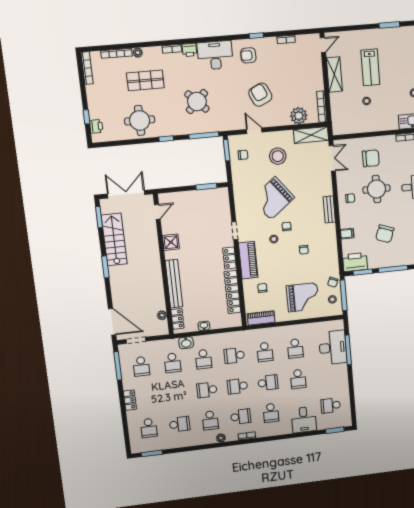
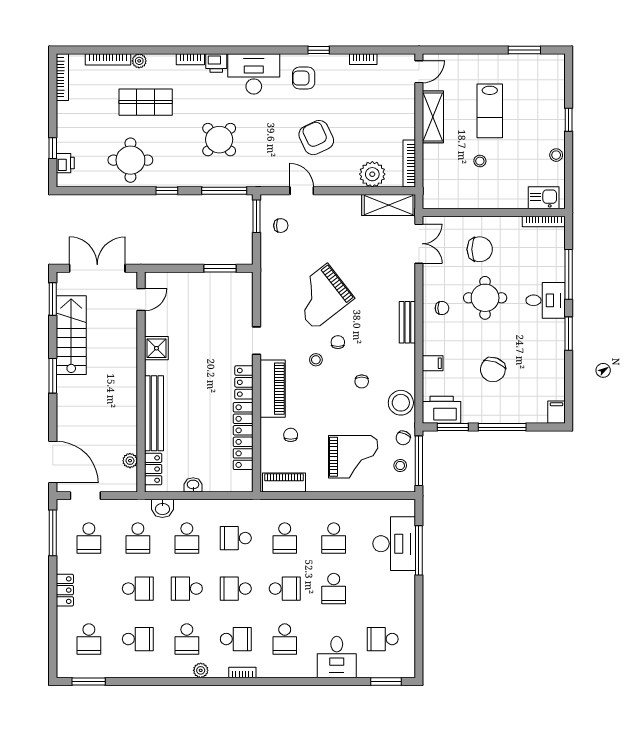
stool: (278, 156) -> (401, 403), moved
school desk: (176, 394) -> (138, 589), added

